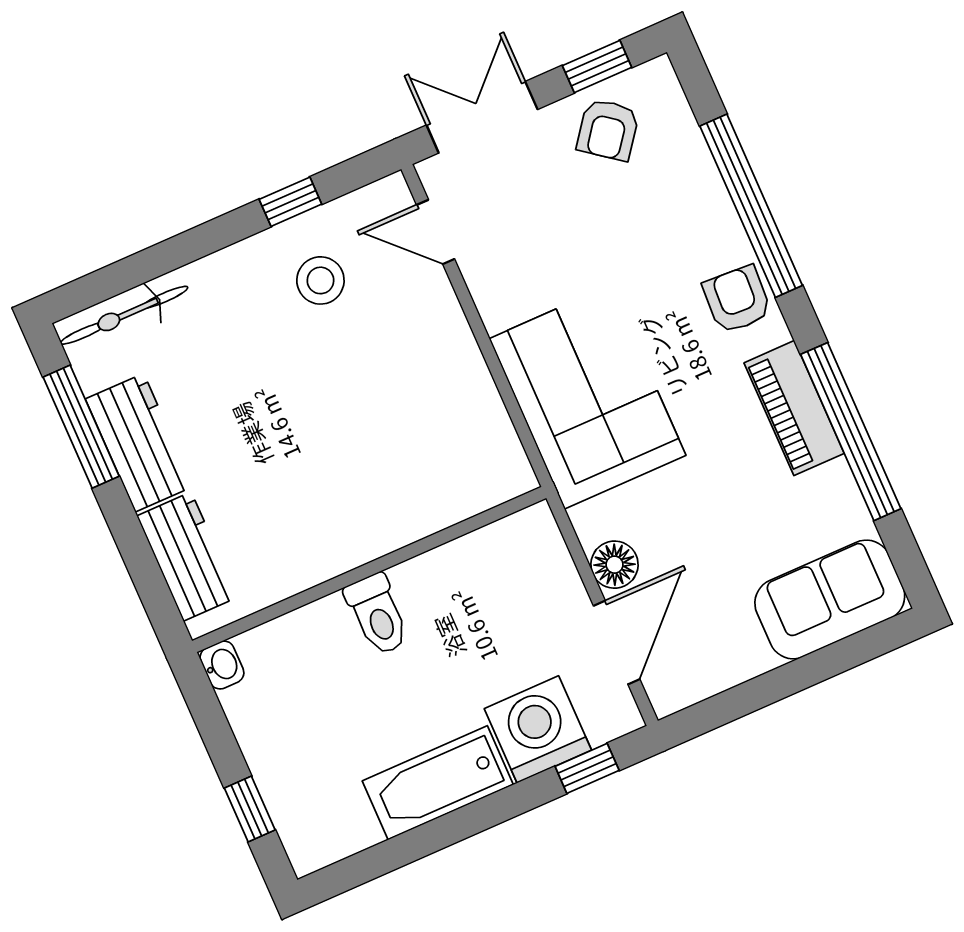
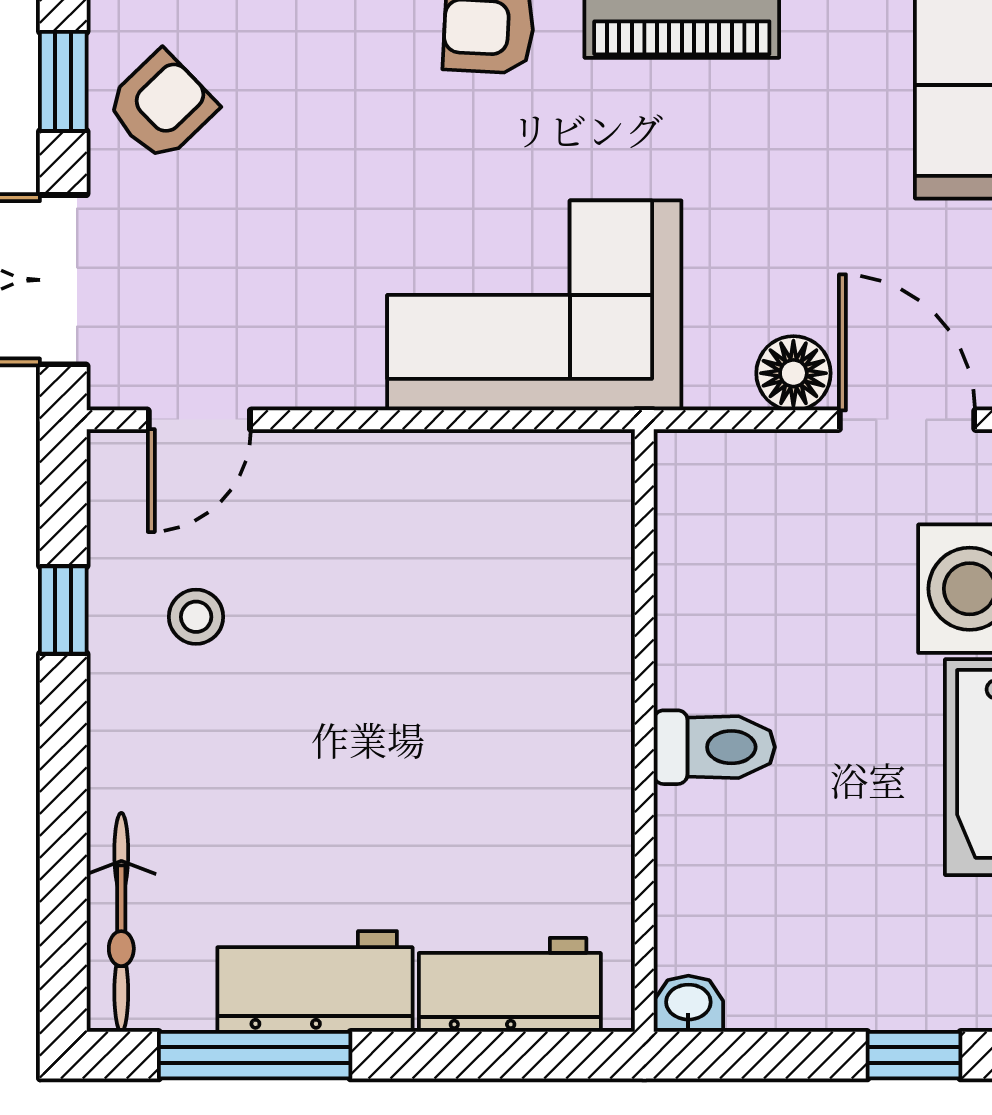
armchair: (608, 130) -> (161, 106), turned -81
stool: (320, 280) -> (196, 617), width x0.73, depth x0.73

